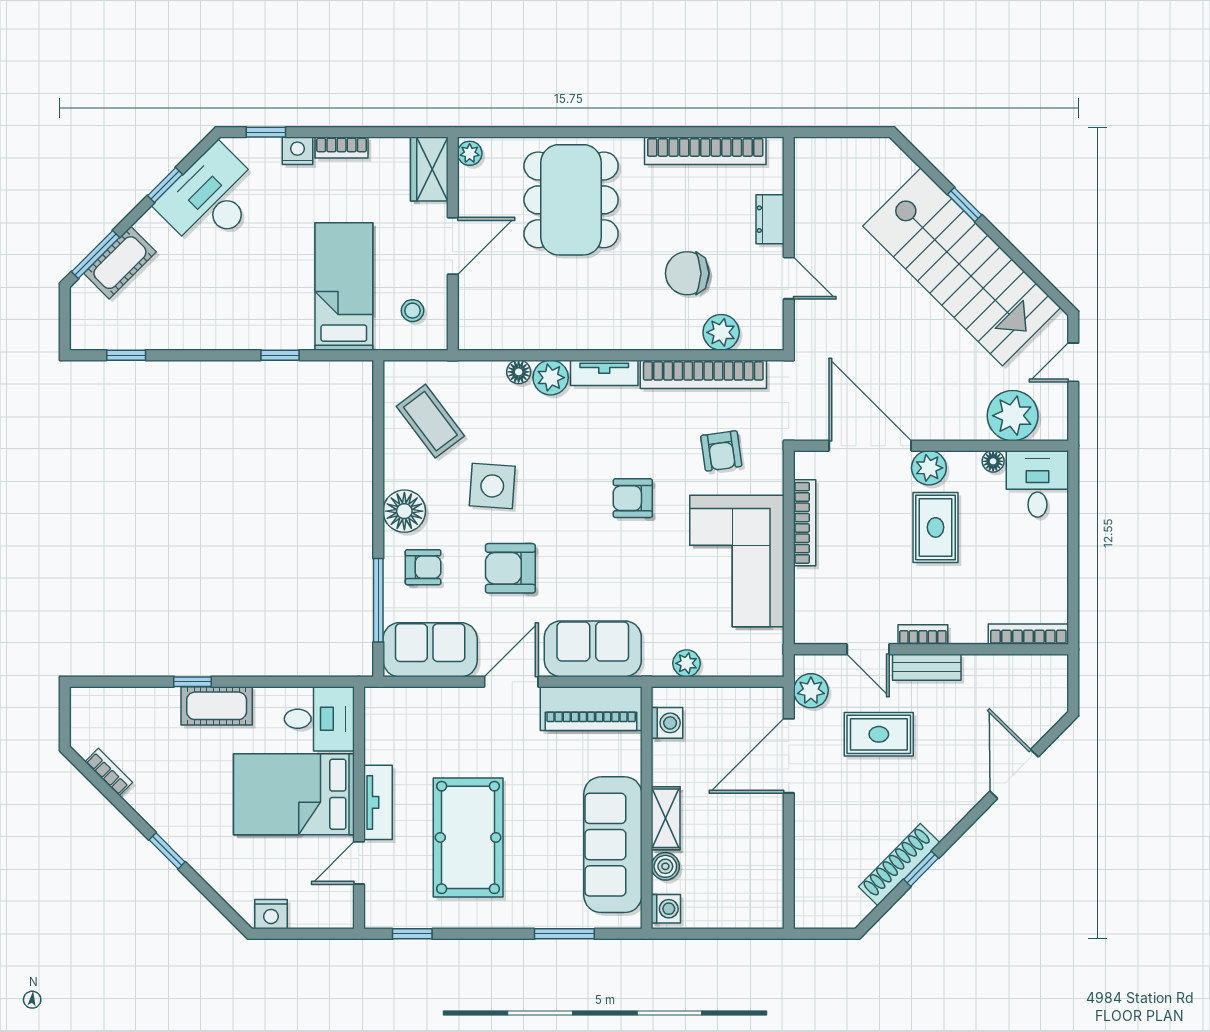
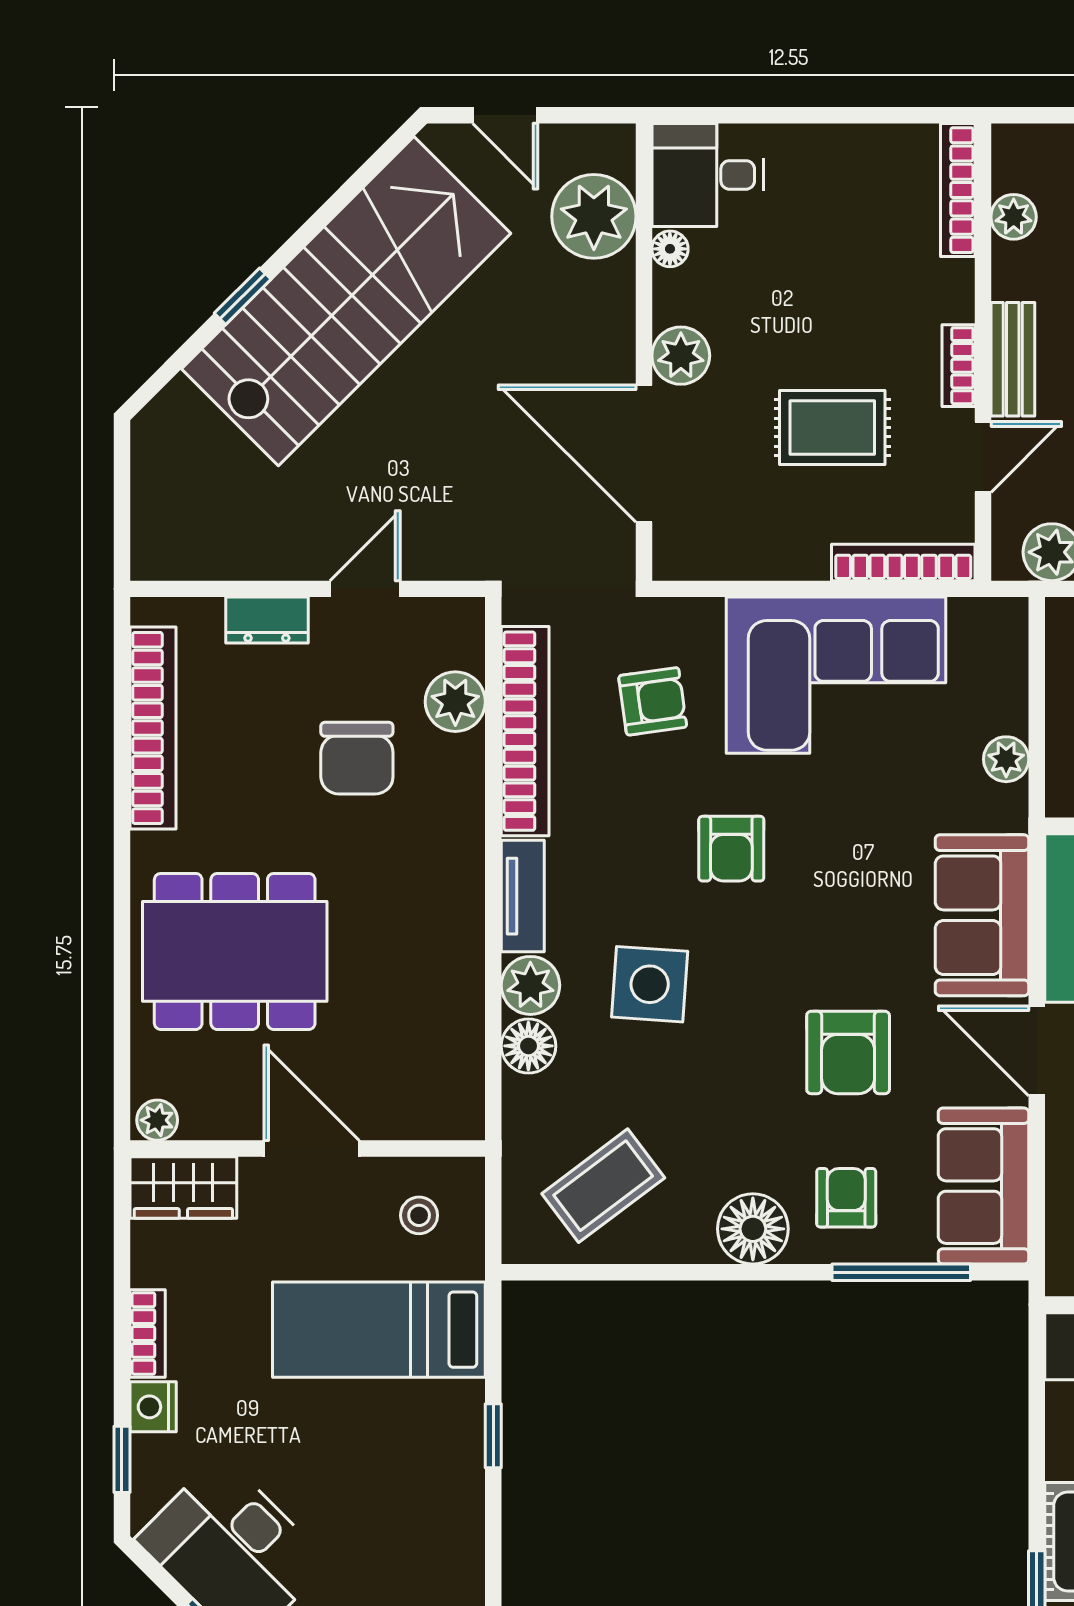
floor lamp: (519, 372) -> (528, 1046), width x1.37, depth x1.37
door: (870, 446) -> (644, 453), hinge flipped
side table: (492, 486) -> (650, 984), moved
bookcase: (805, 523) -> (903, 562), moved
rug: (936, 527) -> (832, 427), moved
plant: (1012, 668) -> (1014, 217), added

